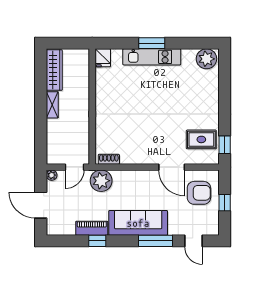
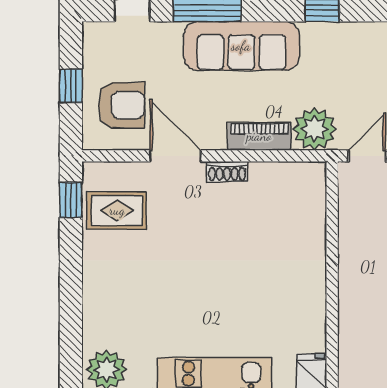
shoe rack: (109, 159) -> (227, 171), moved
armchair: (199, 193) -> (122, 105), turned 180
piano: (92, 228) -> (259, 136), moved, turned 180

